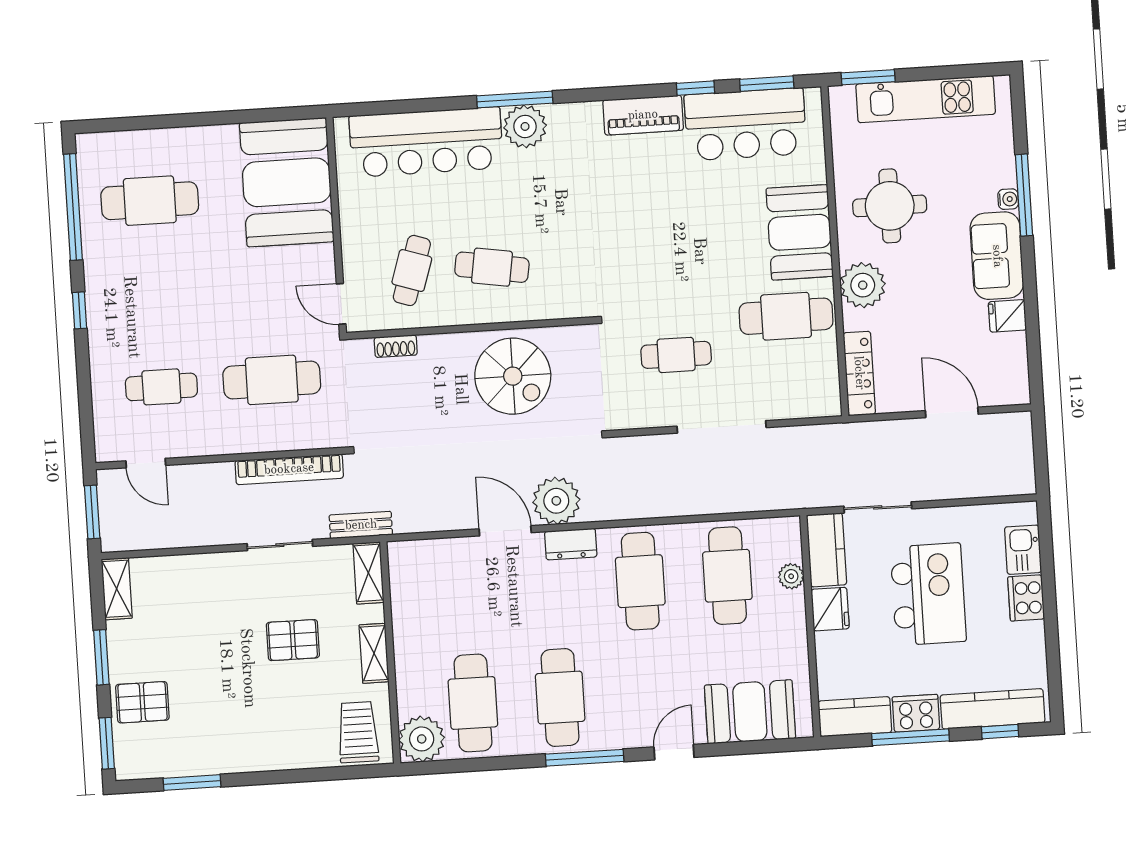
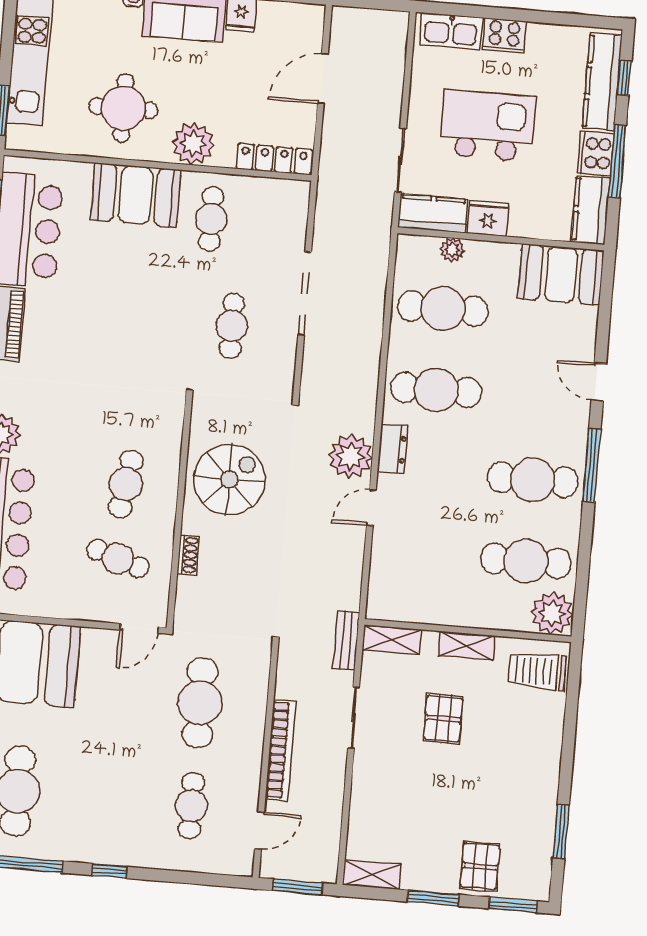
cafe table: (786, 316) -> (211, 219), width x0.73, depth x0.74
shoe rack: (396, 346) -> (188, 555), moved
bookcase: (289, 469) -> (281, 750), moved
door: (505, 531) -> (371, 508), width x0.73
kitchen sink: (1023, 550) -> (451, 31), width x1.38
booth: (750, 712) -> (561, 274), moved, turned 90

